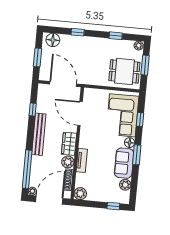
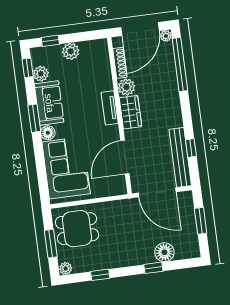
floor lamp: (53, 40) -> (164, 252), moved
door: (80, 114) -> (125, 157), swing flipped
window: (140, 120) -> (28, 68), moved
bench: (39, 134) -> (180, 157), moved
tv unit: (82, 160) -> (110, 108), moved
plant: (80, 194) -> (71, 51), moved

